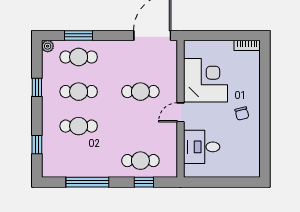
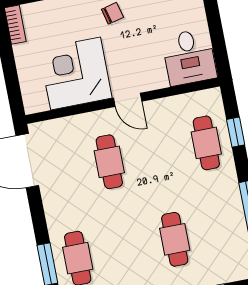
cafe table: (79, 92) -> (126, 249), removed
desk: (202, 147) -> (189, 57), moved

